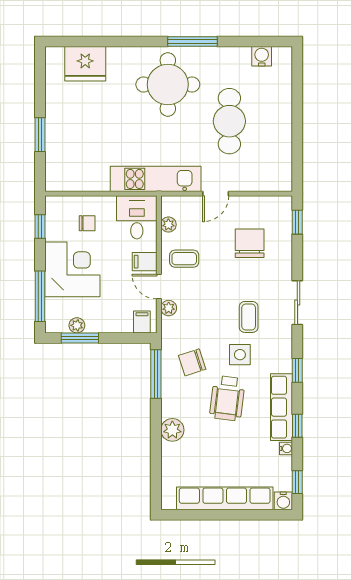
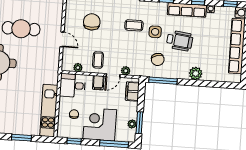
kitchen unit: (156, 179) -> (49, 111), moved
chair: (250, 243) -> (92, 22), turned 90
filing cabinet: (142, 322) -> (132, 91), width x2.00

